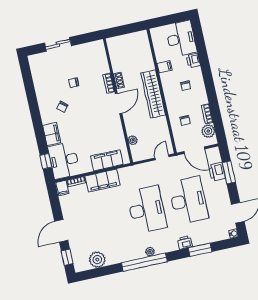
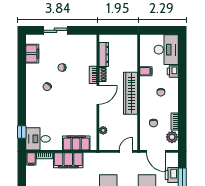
dresser: (115, 59) -> (104, 54), added
filing cabinet: (52, 134) -> (32, 54), moved
desk: (64, 160) -> (38, 139), width x0.73

